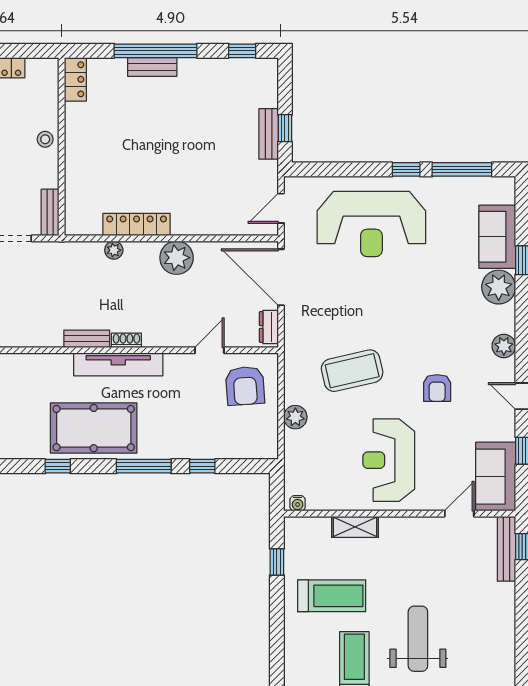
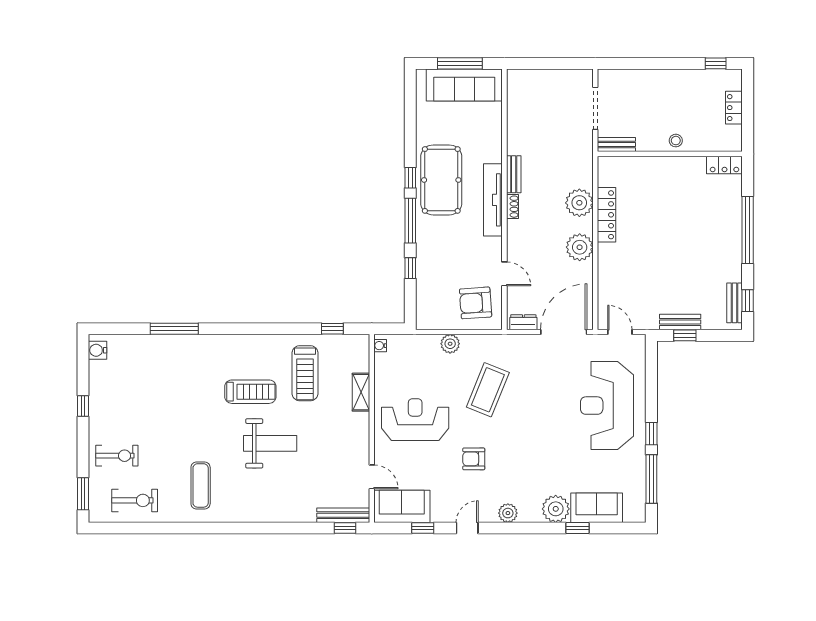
bench: (152, 67) -> (735, 303), moved
plant: (114, 250) -> (579, 203), width x1.88, depth x1.88
coffee table: (352, 371) -> (488, 390), turned 35
window: (58, 466) -> (410, 178), moved

